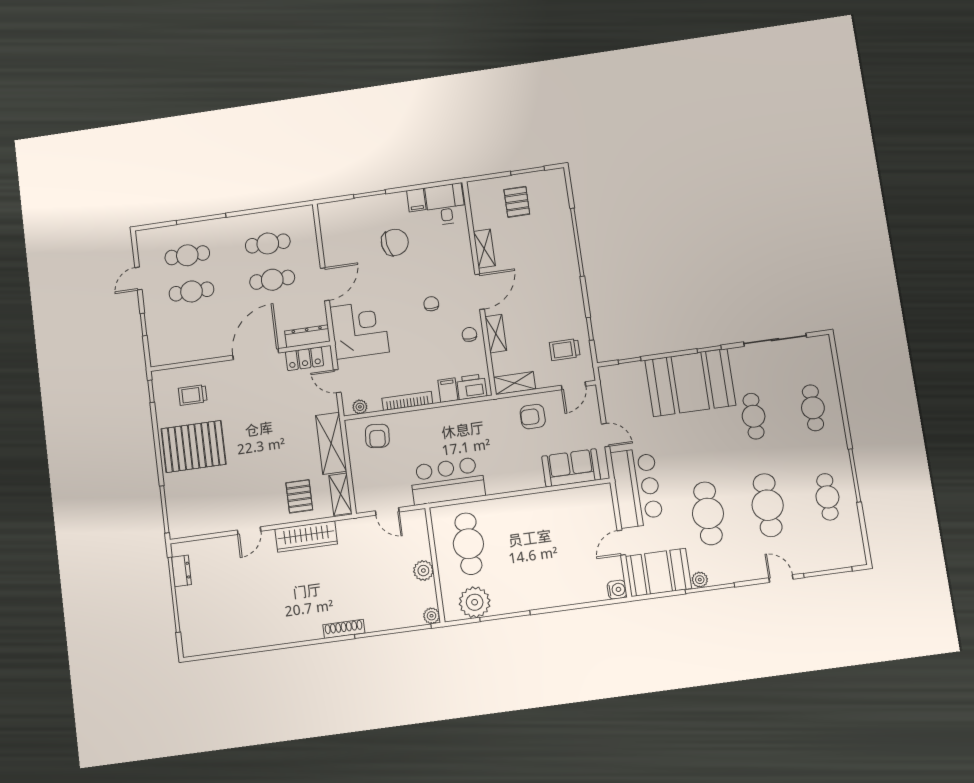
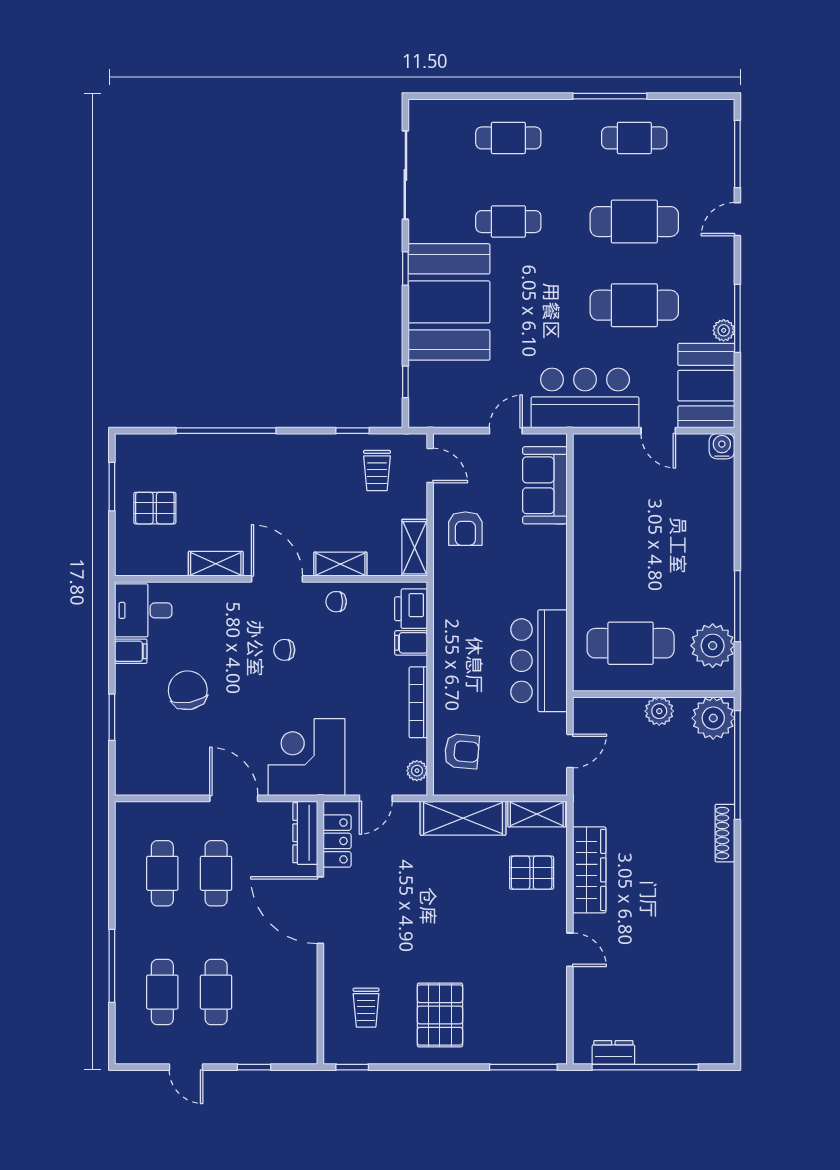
pallet: (194, 446) -> (440, 1015), width x0.73, depth x0.71
plant: (432, 616) -> (713, 718), width x1.88, depth x1.88

